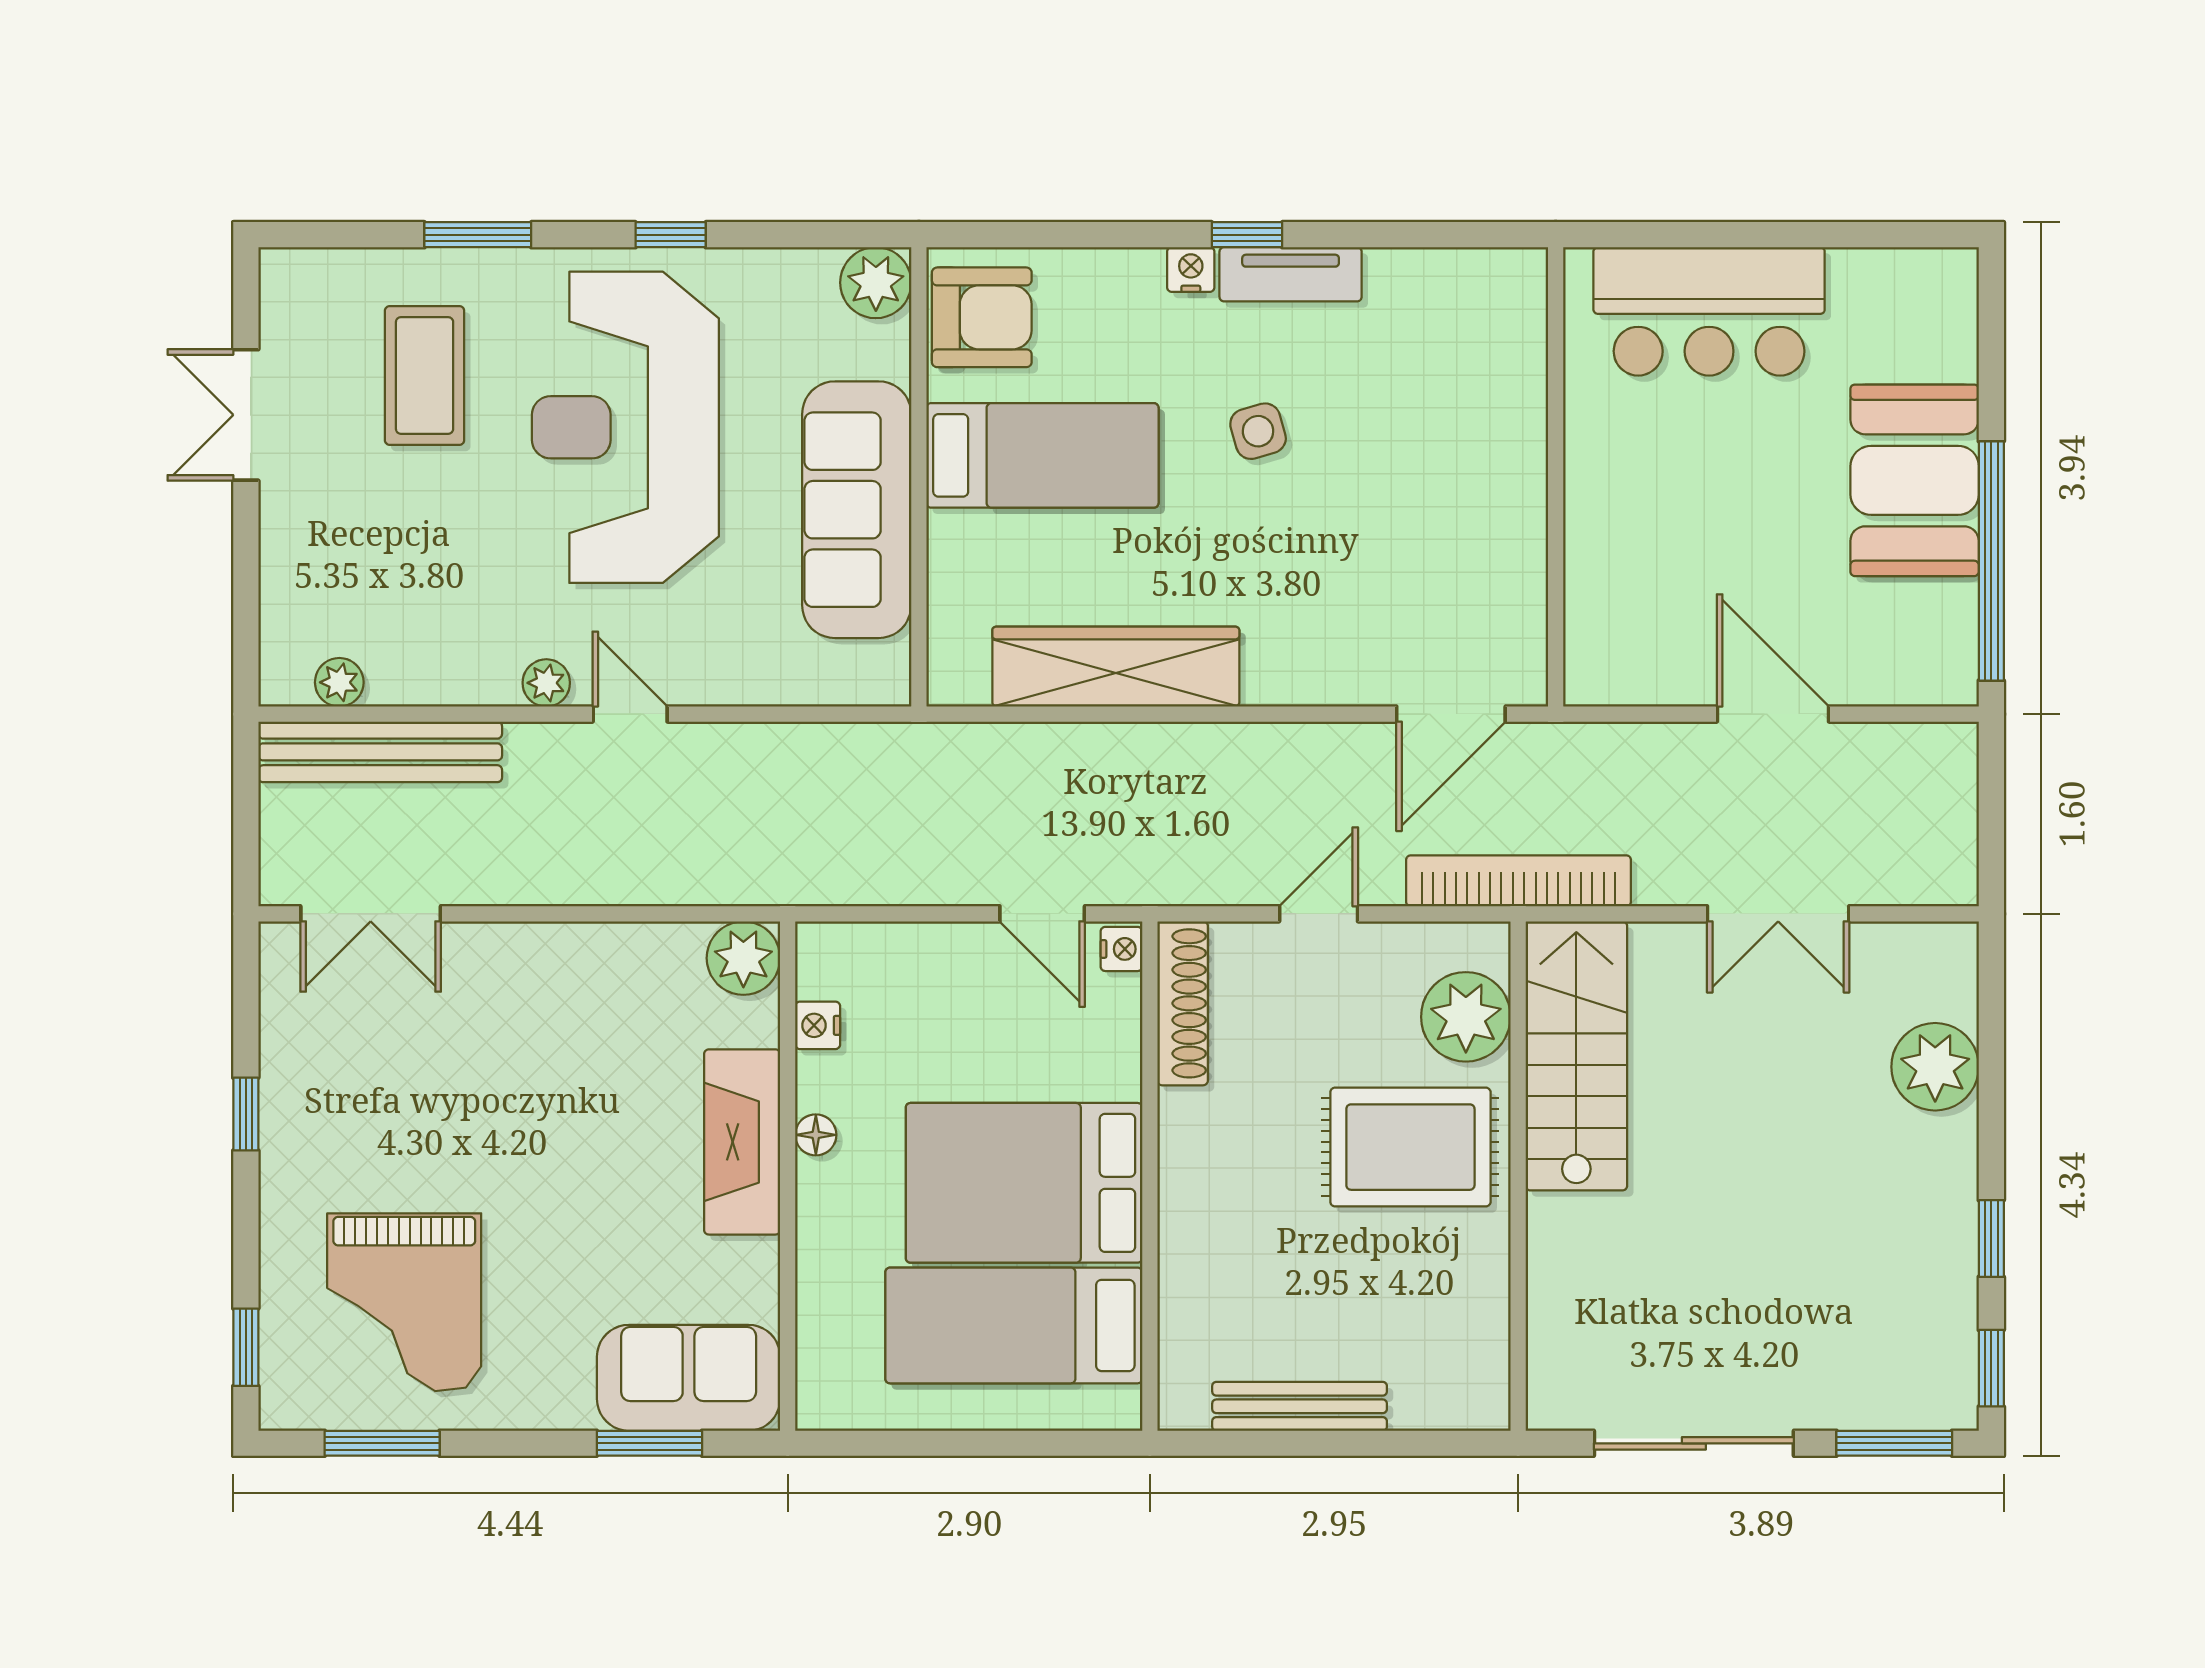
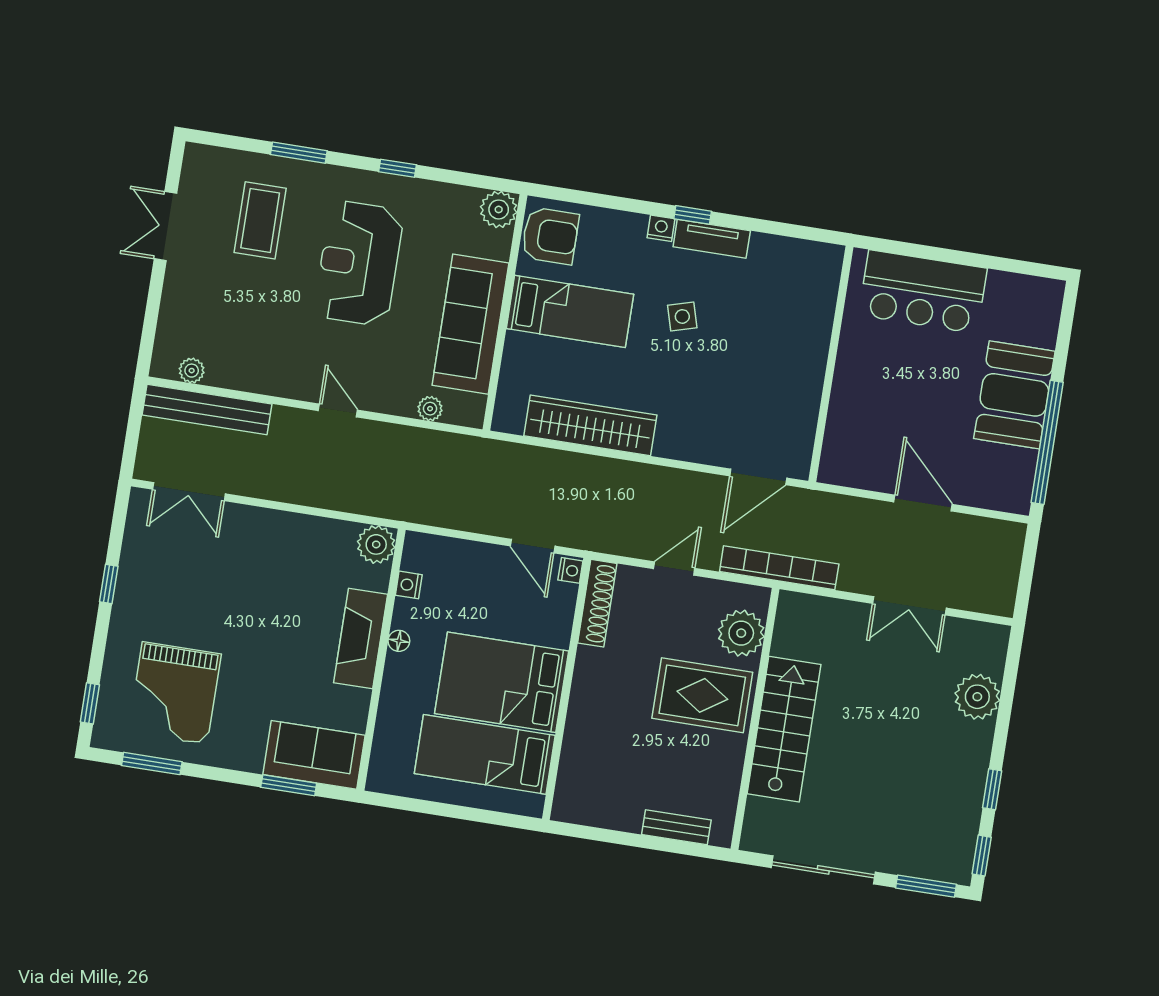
reception desk: (625, 427) -> (359, 263), width x0.74, depth x0.77
plant: (546, 683) -> (430, 409), moved
stairs: (1576, 1056) -> (784, 729), moved
bench: (1300, 1406) -> (676, 827), moved, width x0.73

